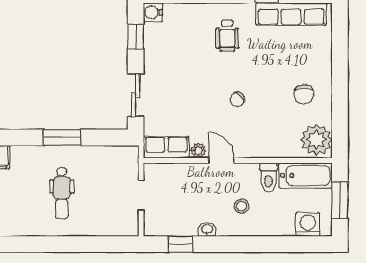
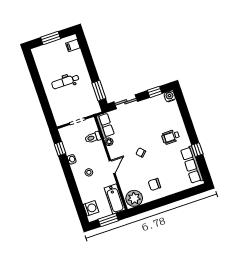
window: (62, 137) -> (99, 91), moved
door: (221, 161) -> (112, 167), moved
toilet: (268, 177) -> (93, 138), moved

